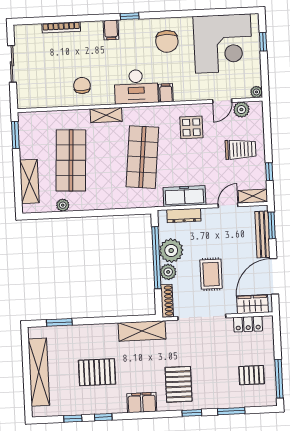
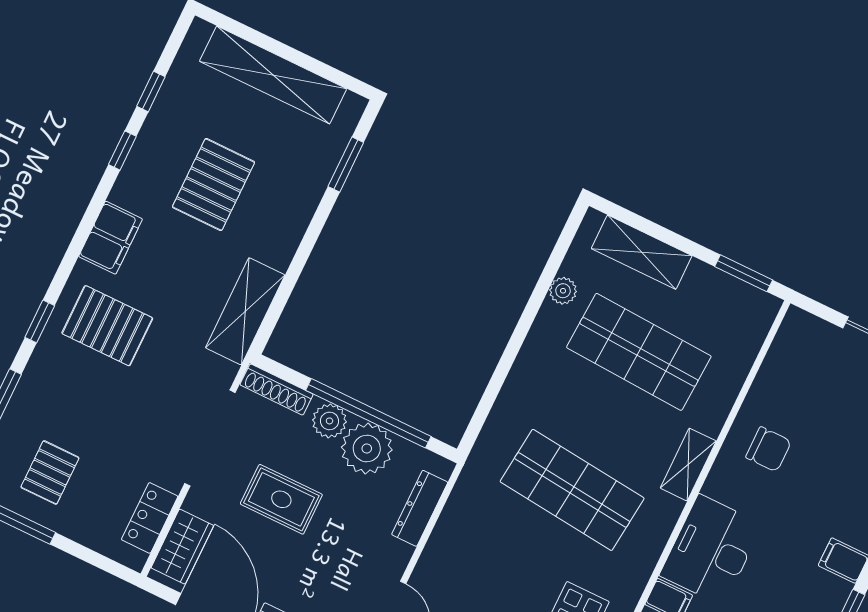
freezer: (184, 196) -> (456, 529), removed

